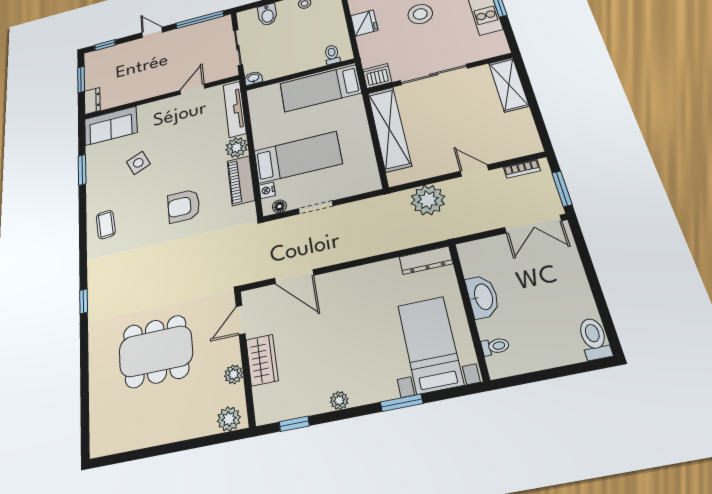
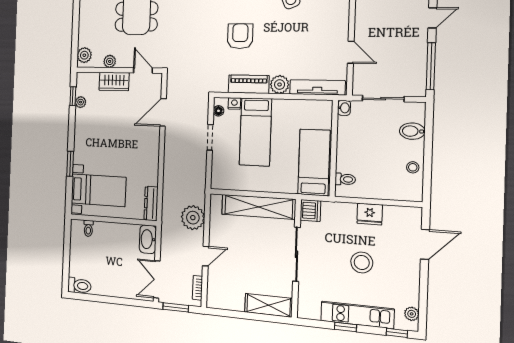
washbasin: (483, 297) -> (148, 239), moved, turned 90
plant: (339, 400) -> (81, 102), moved

